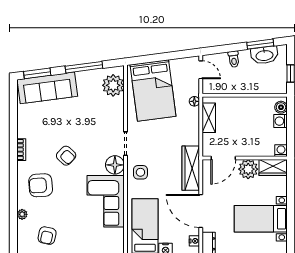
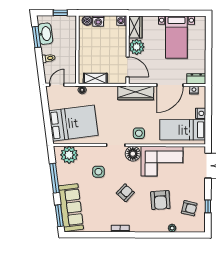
side table: (92, 122) -> (98, 172), added
armchair: (41, 185) -> (160, 200), moved

